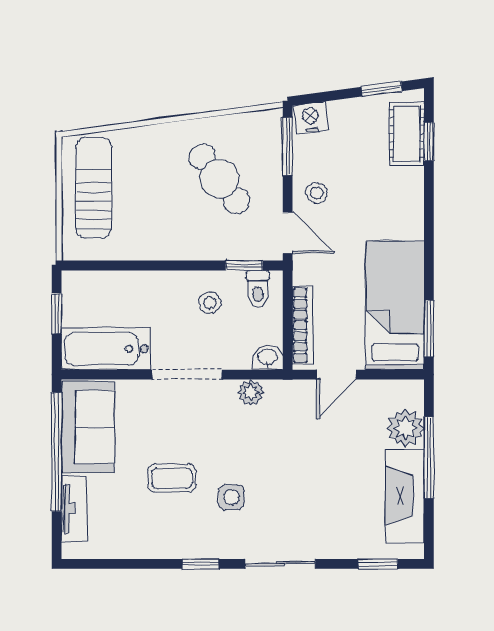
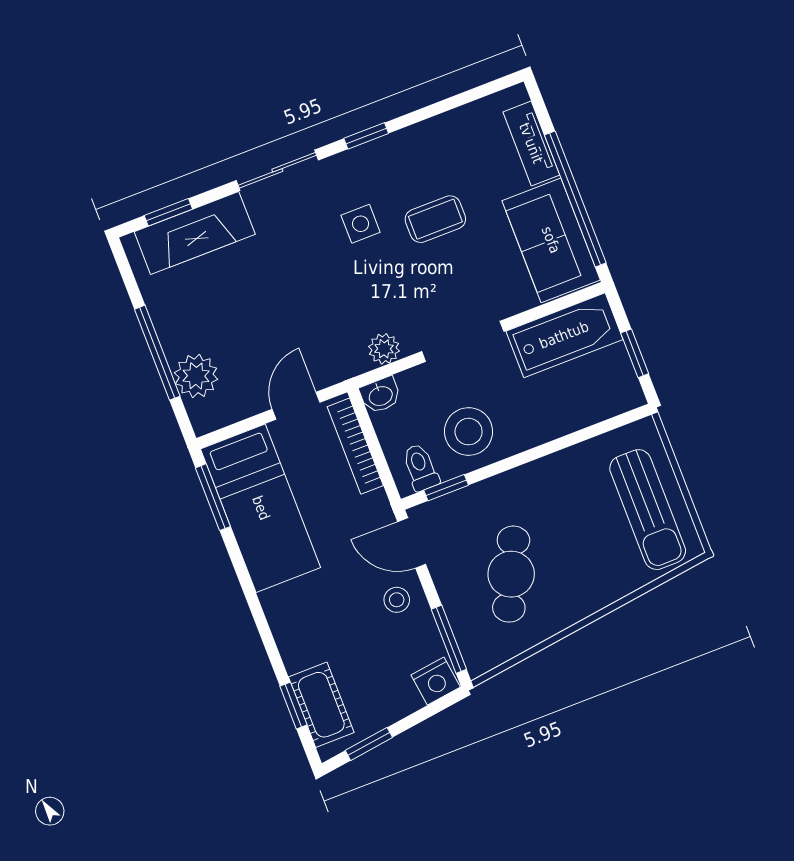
cafe table: (219, 179) -> (511, 574), turned 63
stool: (210, 303) -> (469, 432), width x1.89, depth x1.89
fireplace: (405, 496) -> (195, 233), moved, turned 90

